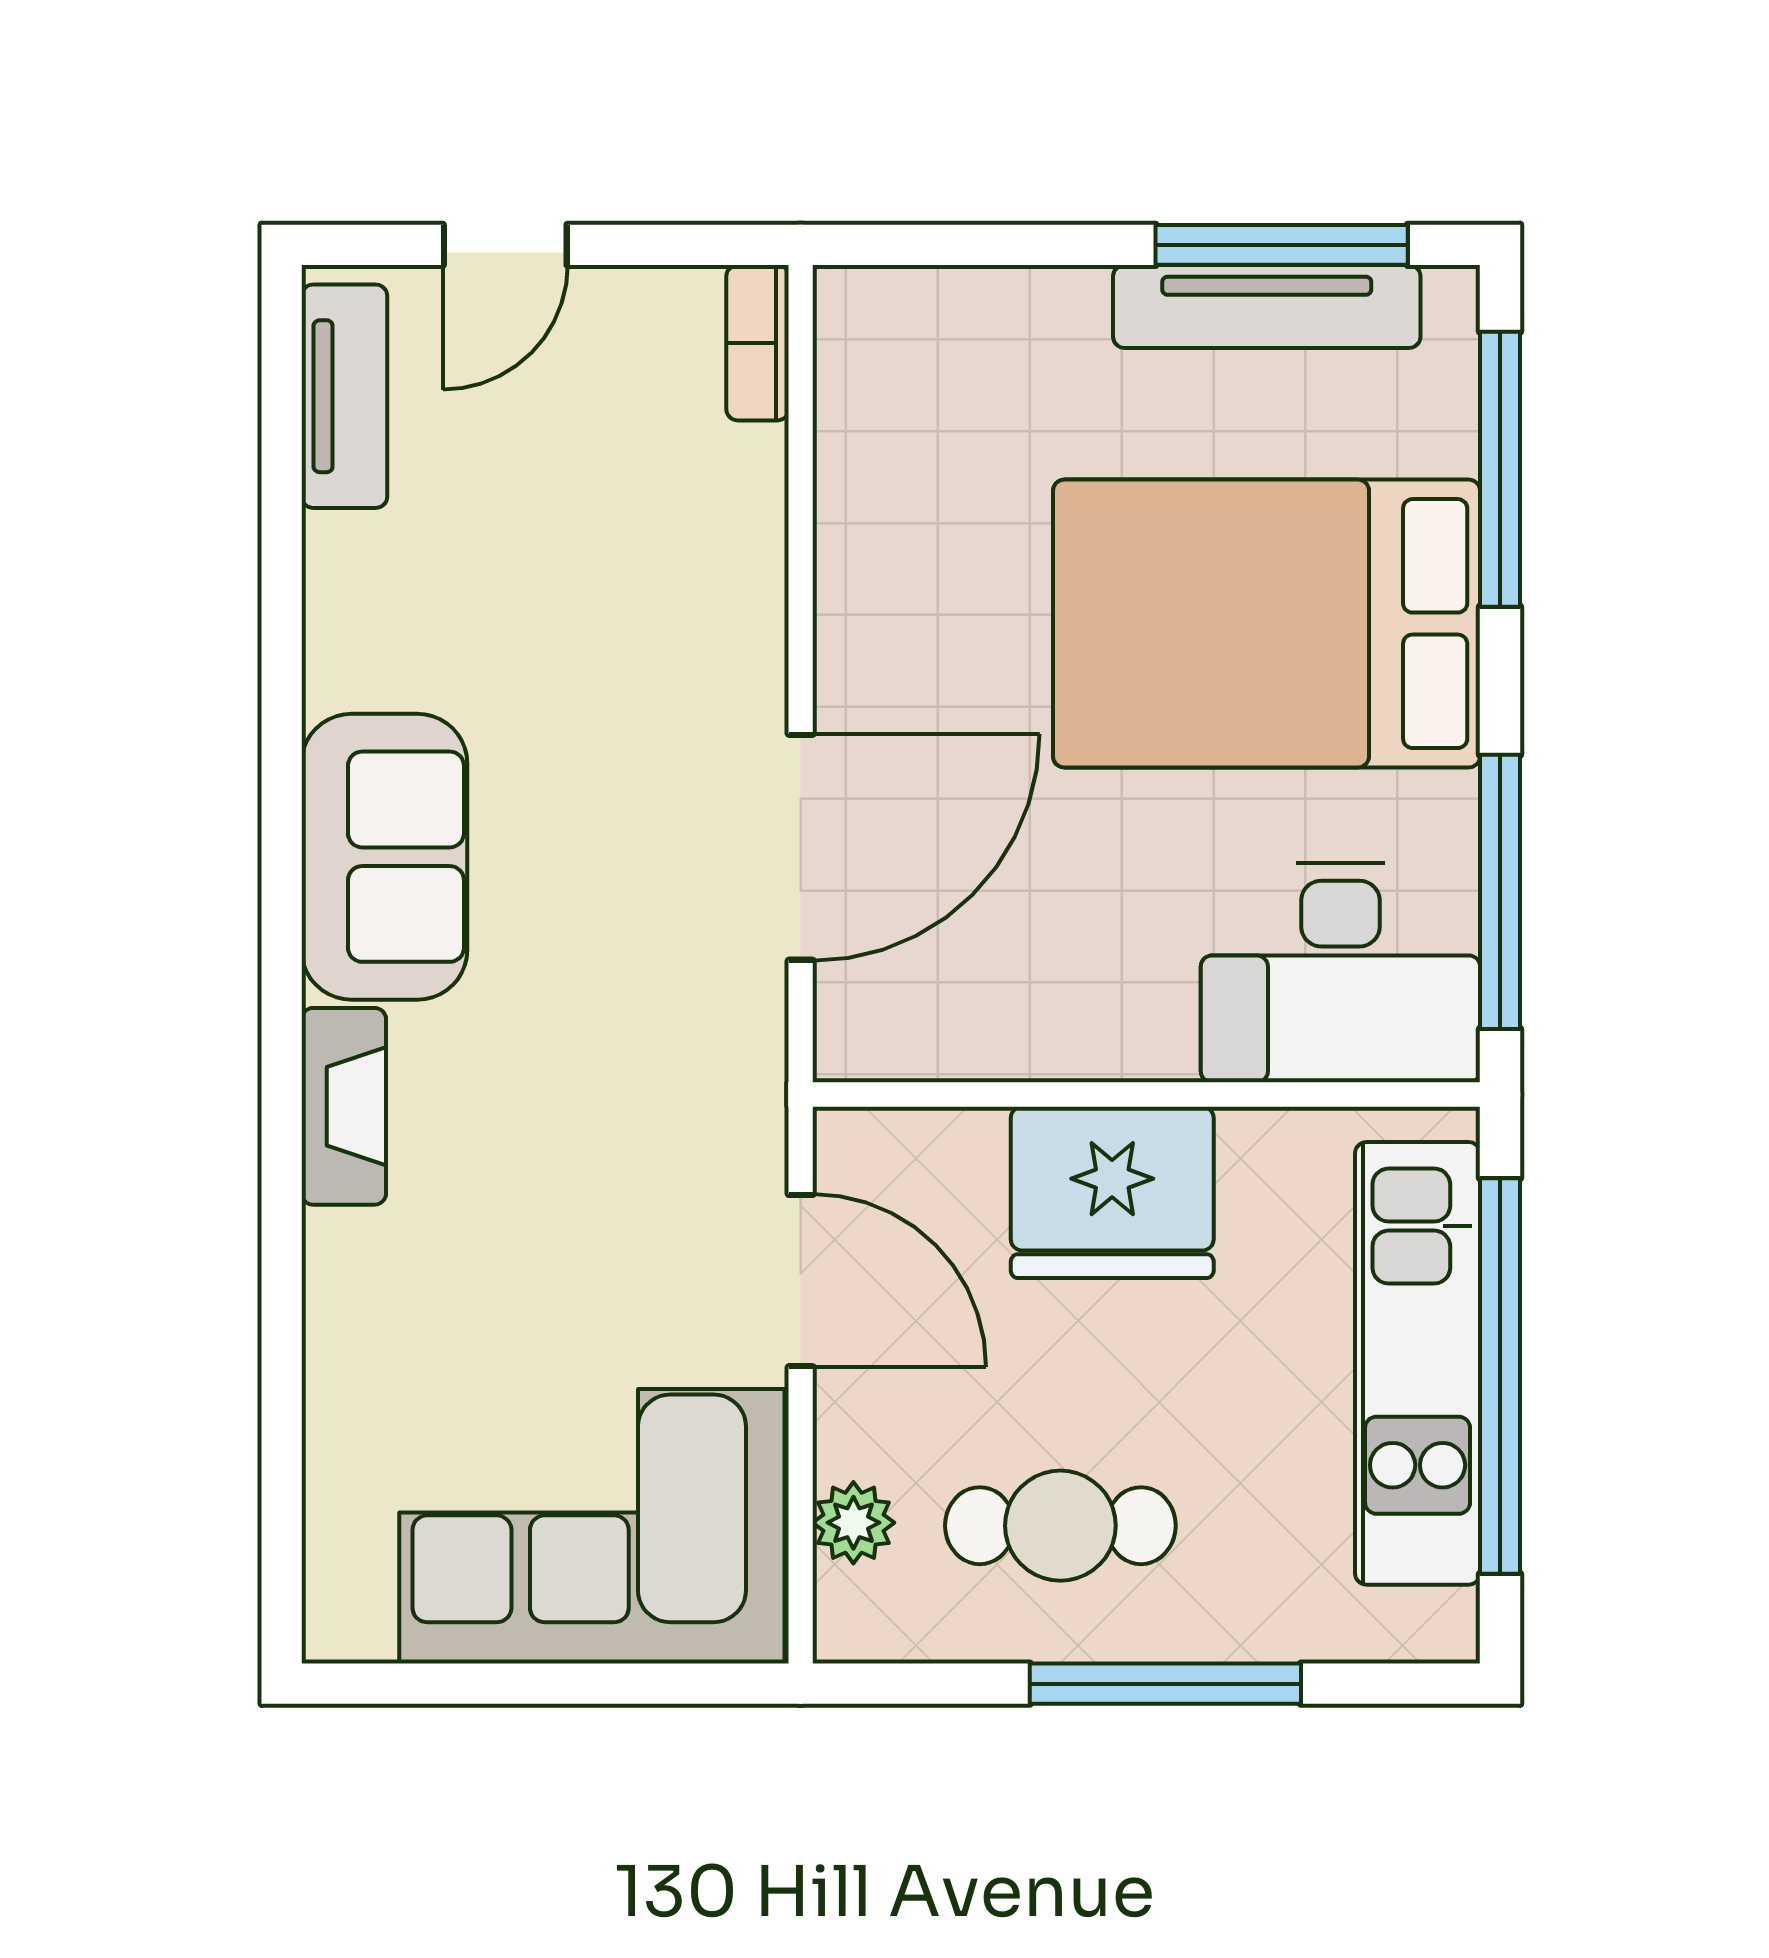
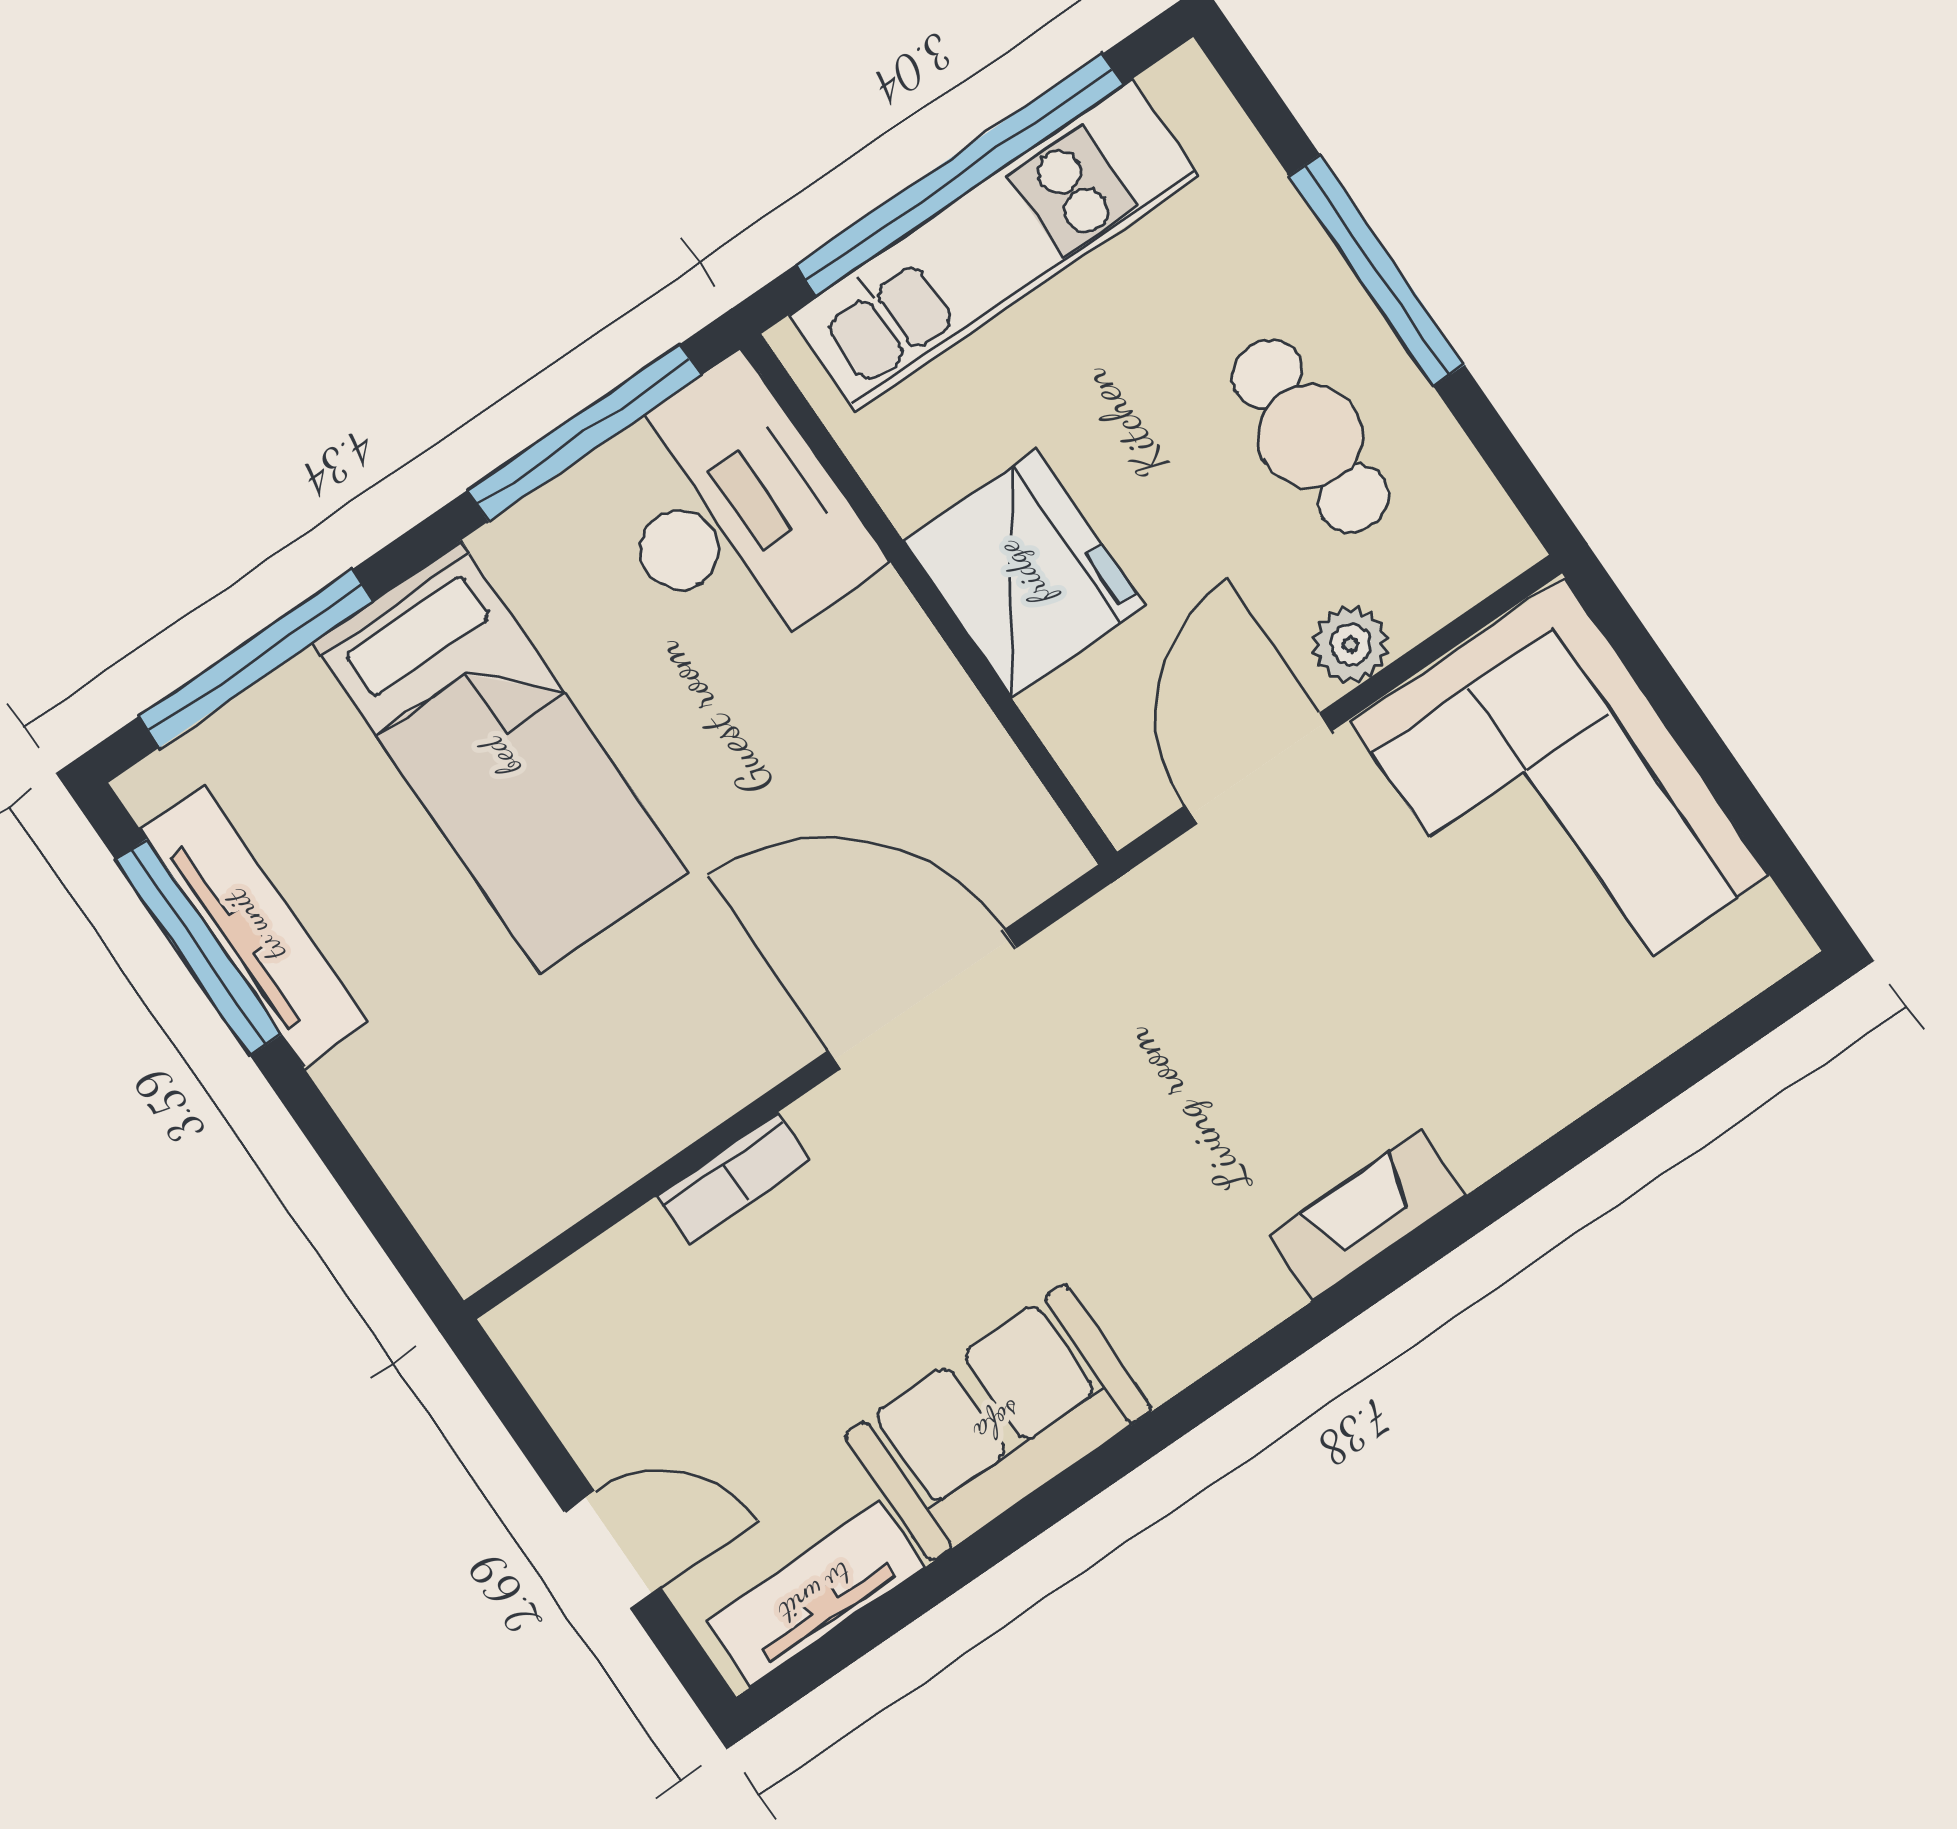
bookcase: (758, 343) -> (733, 1178), moved
bed: (1267, 624) -> (500, 757), width x0.67
sofa: (384, 857) -> (998, 1423), moved
plant: (853, 1523) -> (1351, 644), moved

